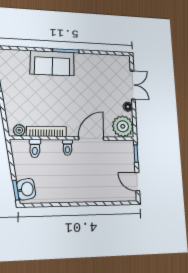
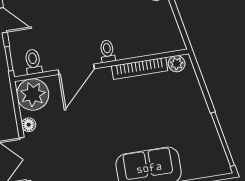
toilet: (35, 148) -> (33, 62), moved

